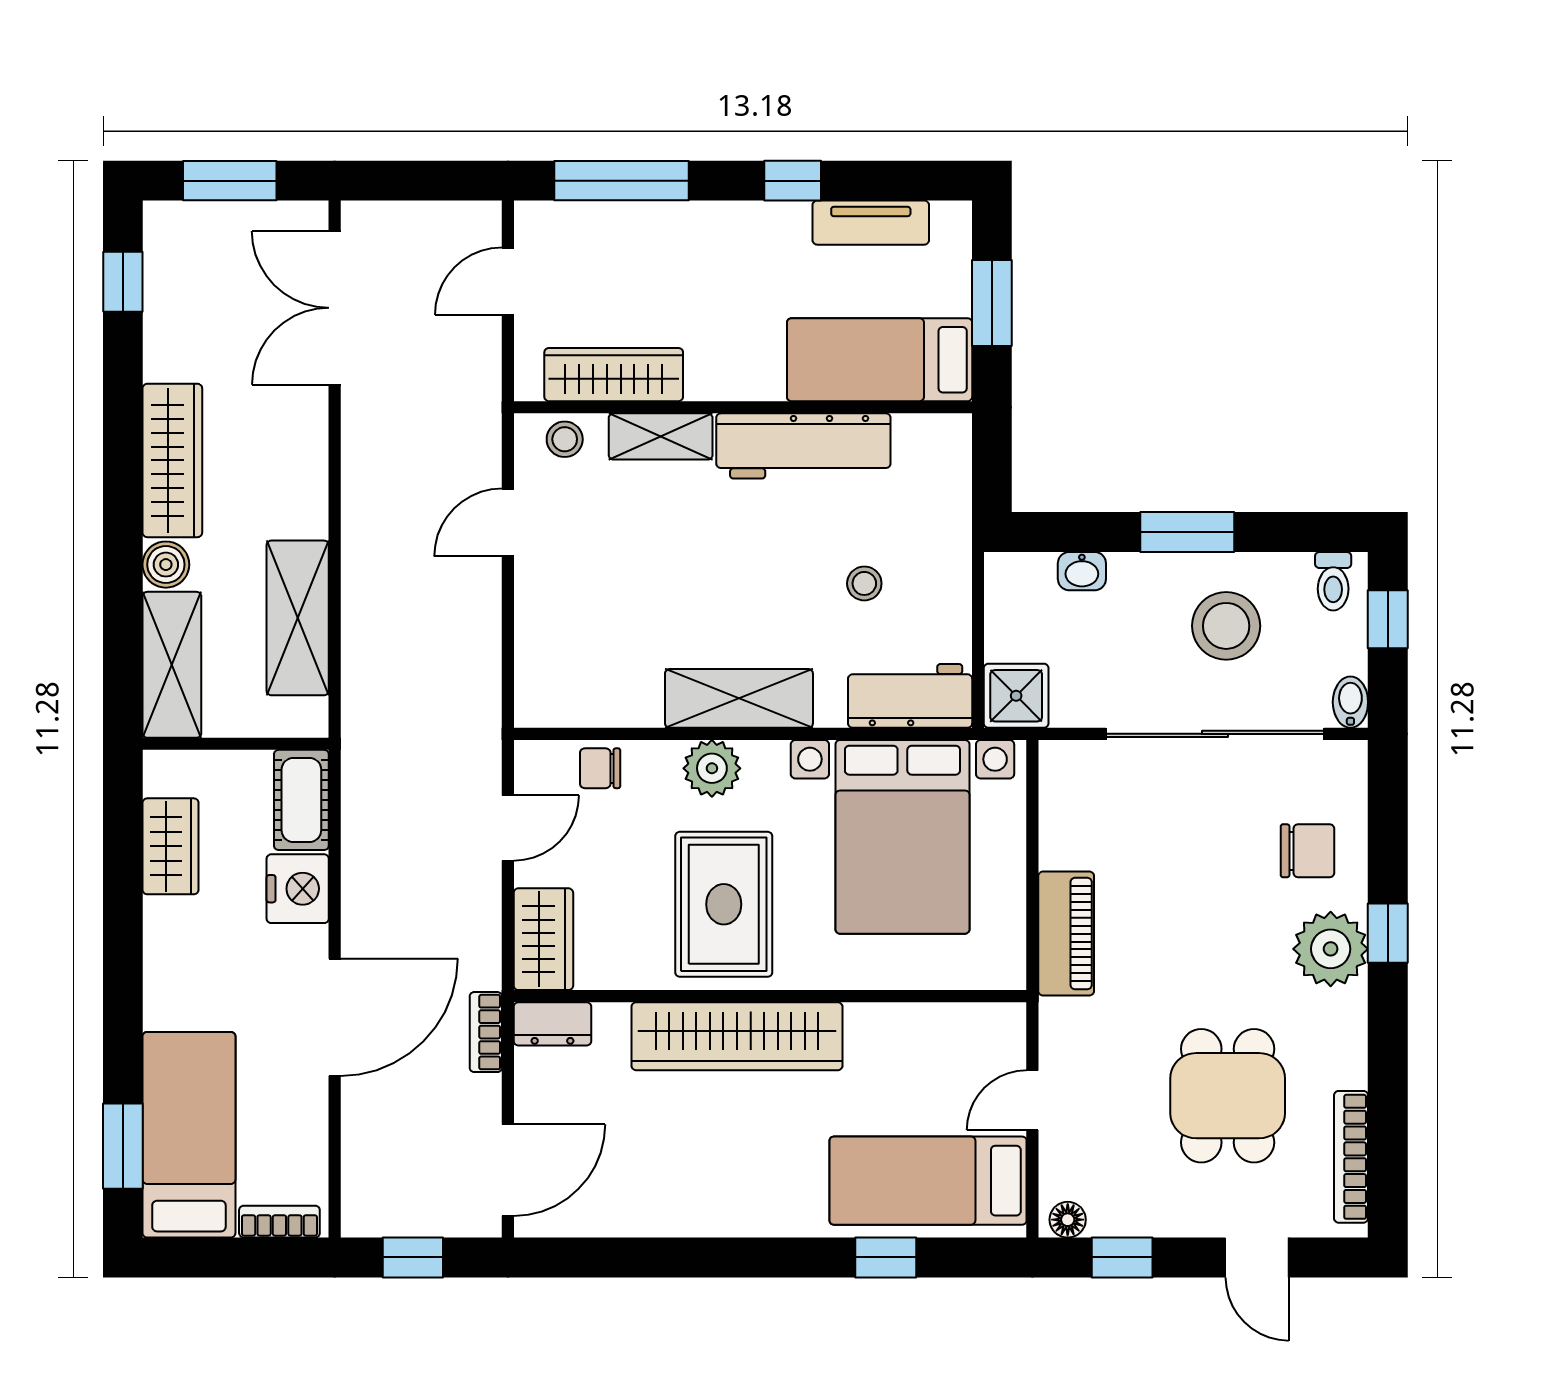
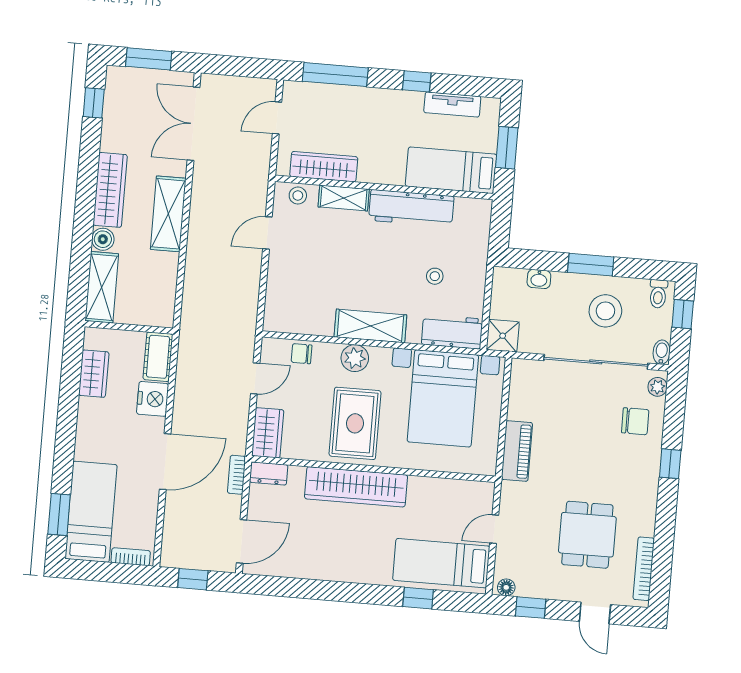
shelving: (298, 618) -> (168, 214), moved
plant: (1331, 949) -> (658, 387), moved, width x0.53, depth x0.53

